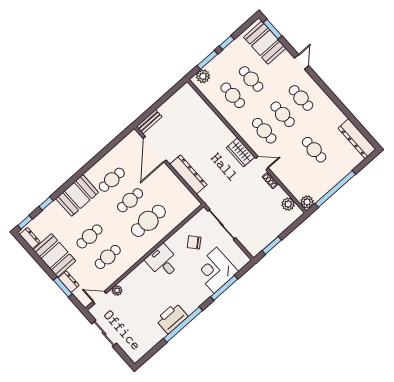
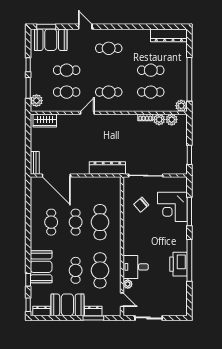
cafe table: (283, 114) -> (151, 92), moved
wardrobe: (241, 152) -> (45, 120), moved
door: (262, 163) -> (87, 113), moved
dresser: (188, 174) -> (107, 168), moved
plant: (279, 194) -> (159, 119), added
booth: (77, 195) -> (41, 267), moved
cafe table: (108, 257) -> (100, 270), width x1.37, depth x1.35
desk: (163, 262) -> (136, 267), moved
door: (100, 297) -> (122, 300), swing flipped

